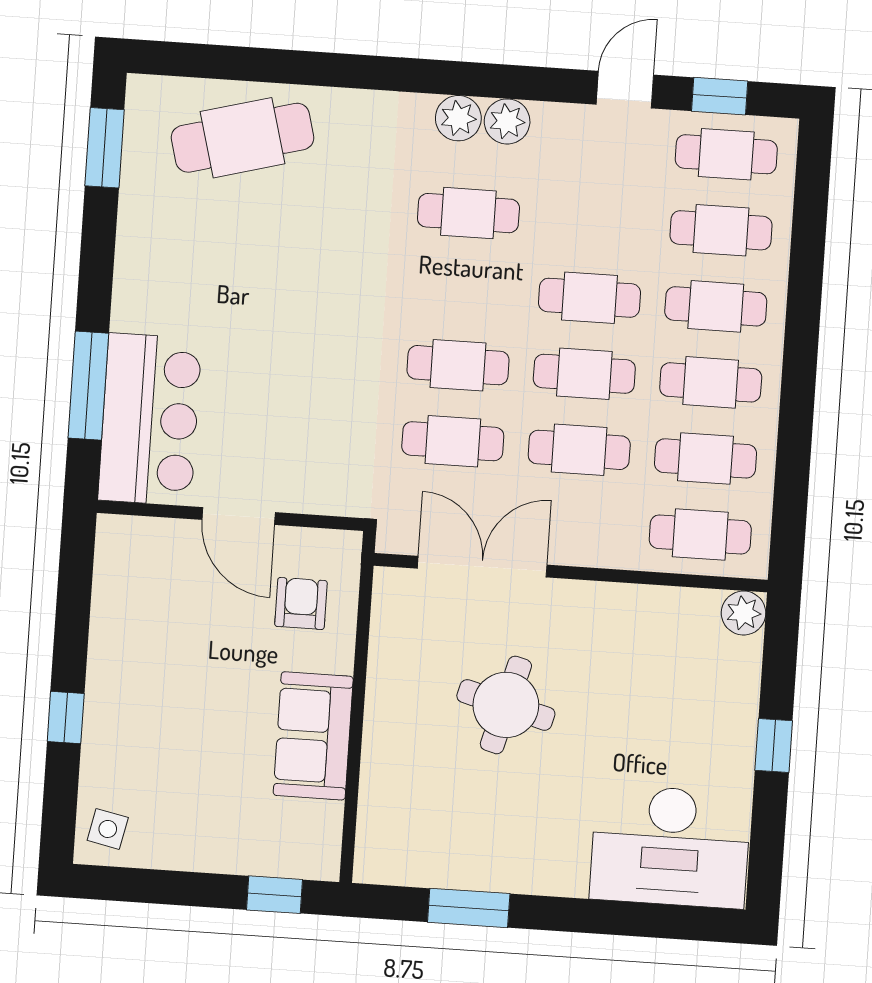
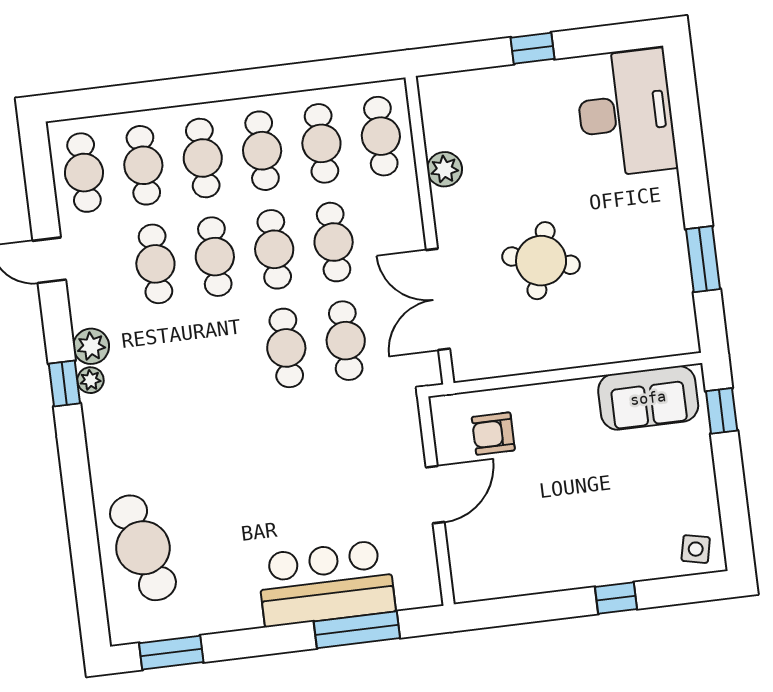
window: (720, 96) -> (64, 383), moved
plant: (458, 118) -> (90, 380), width x0.73, depth x0.73
cafe table: (468, 213) -> (155, 264), moved
bar counter: (150, 419) -> (326, 583), moved
plant: (744, 613) -> (445, 169), moved
sofa: (313, 736) -> (648, 398), moved

